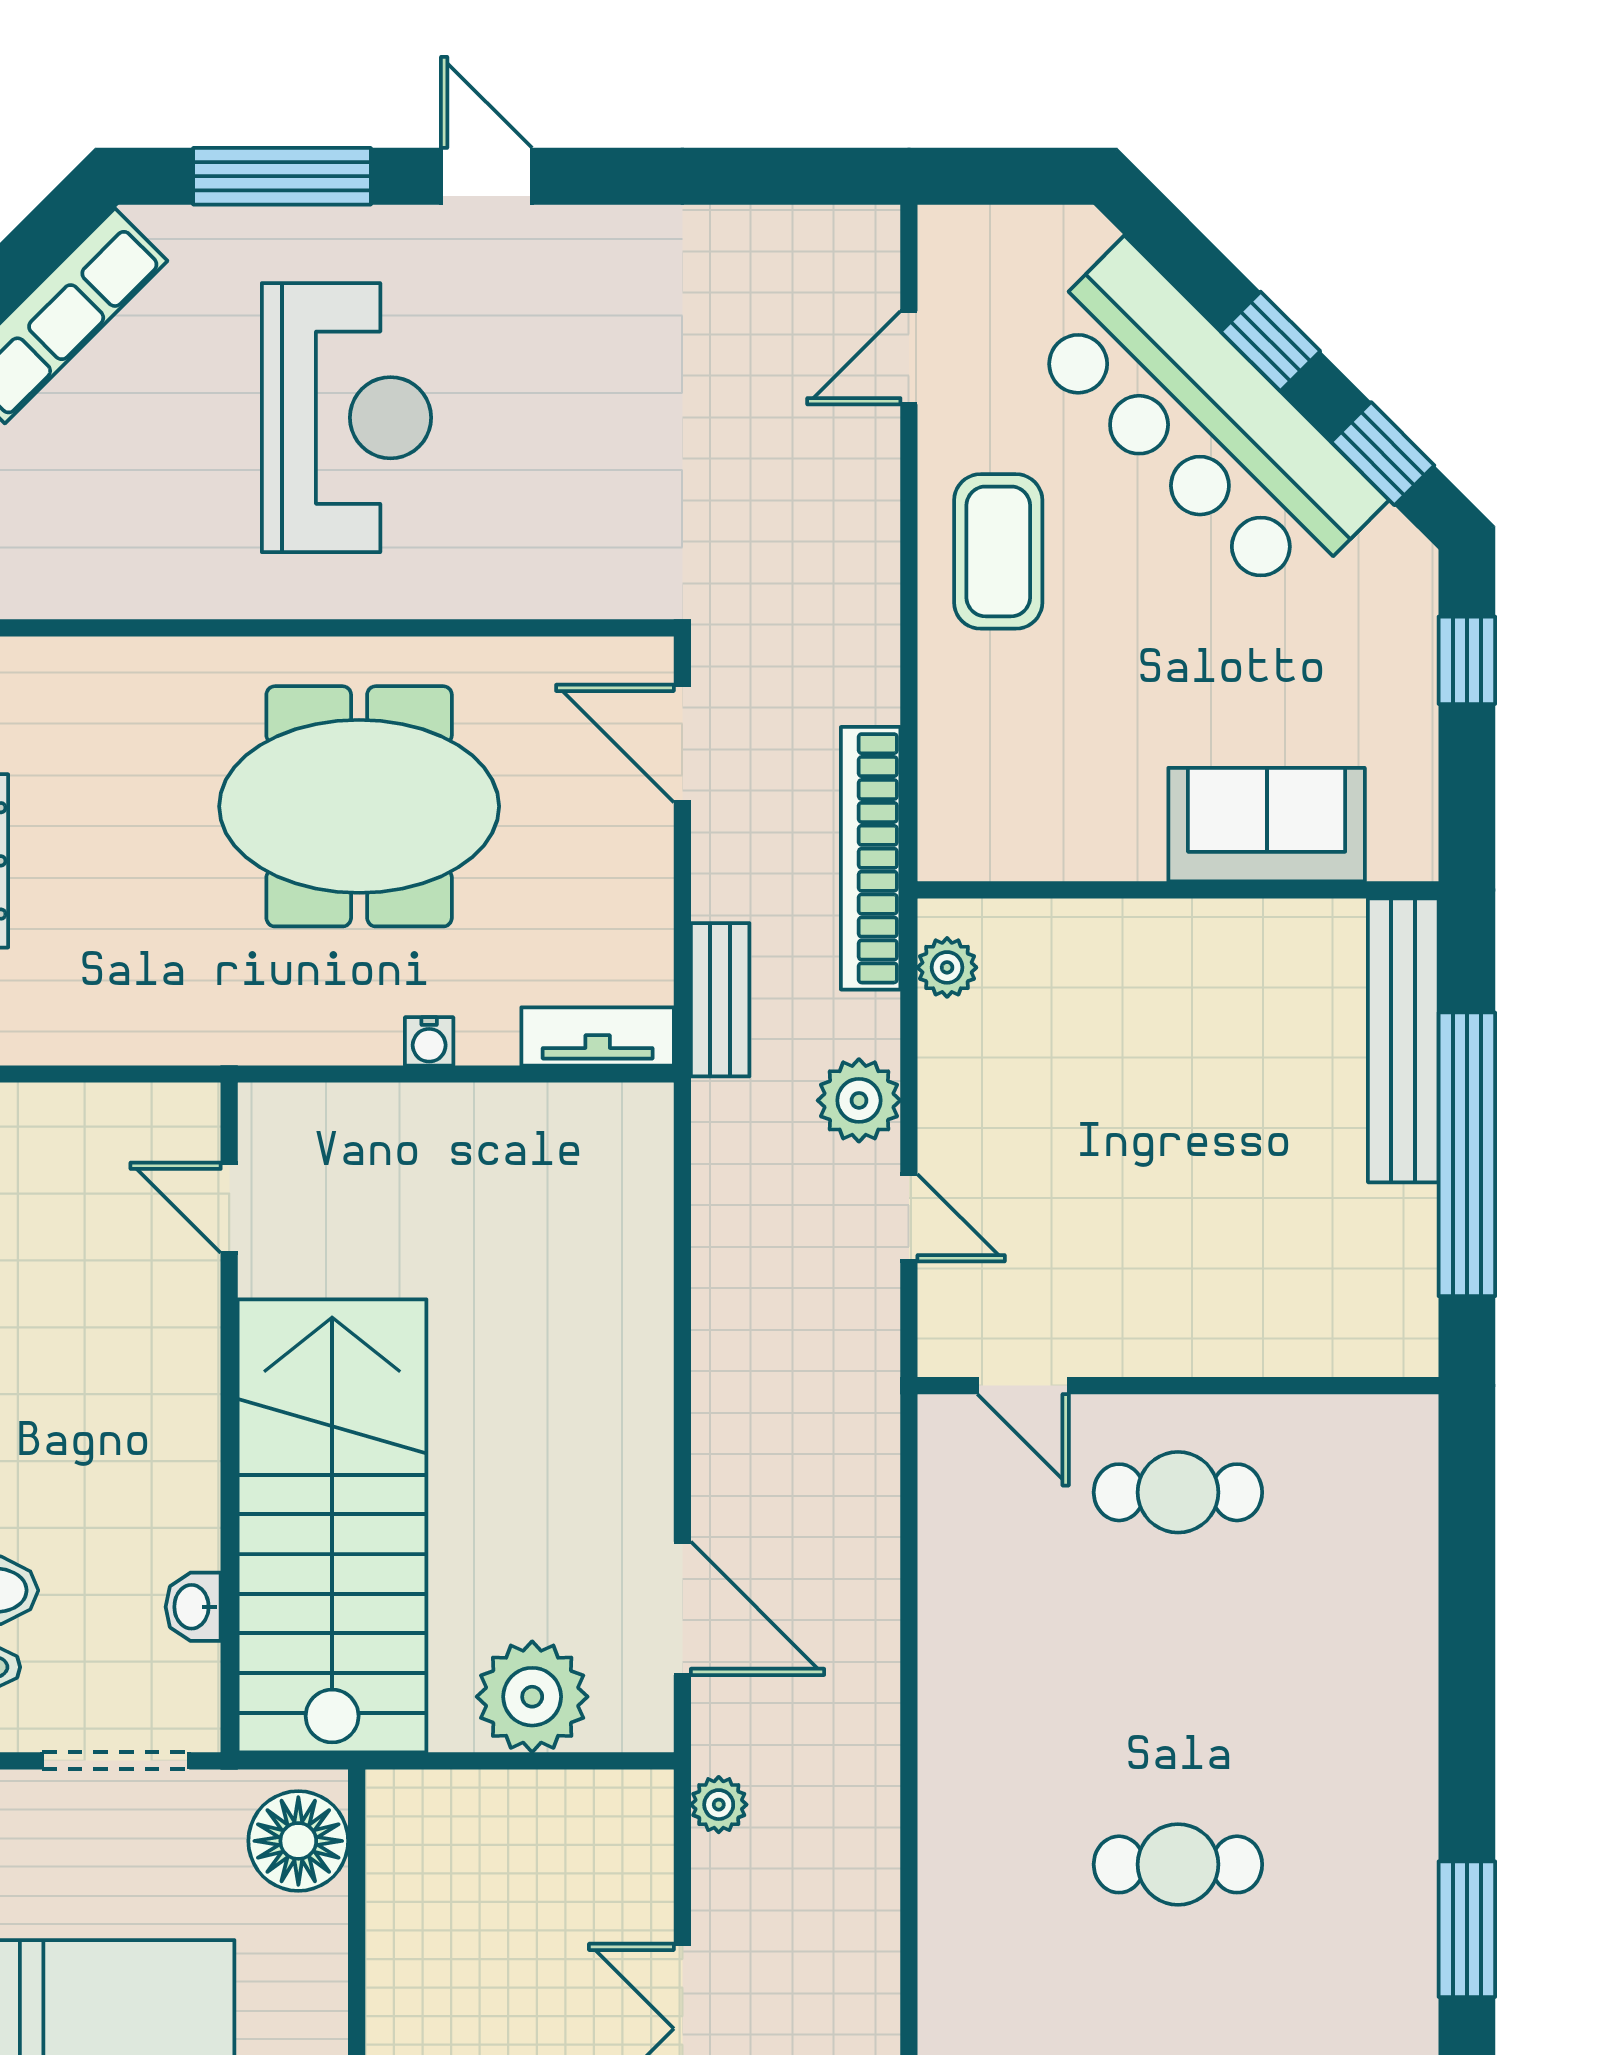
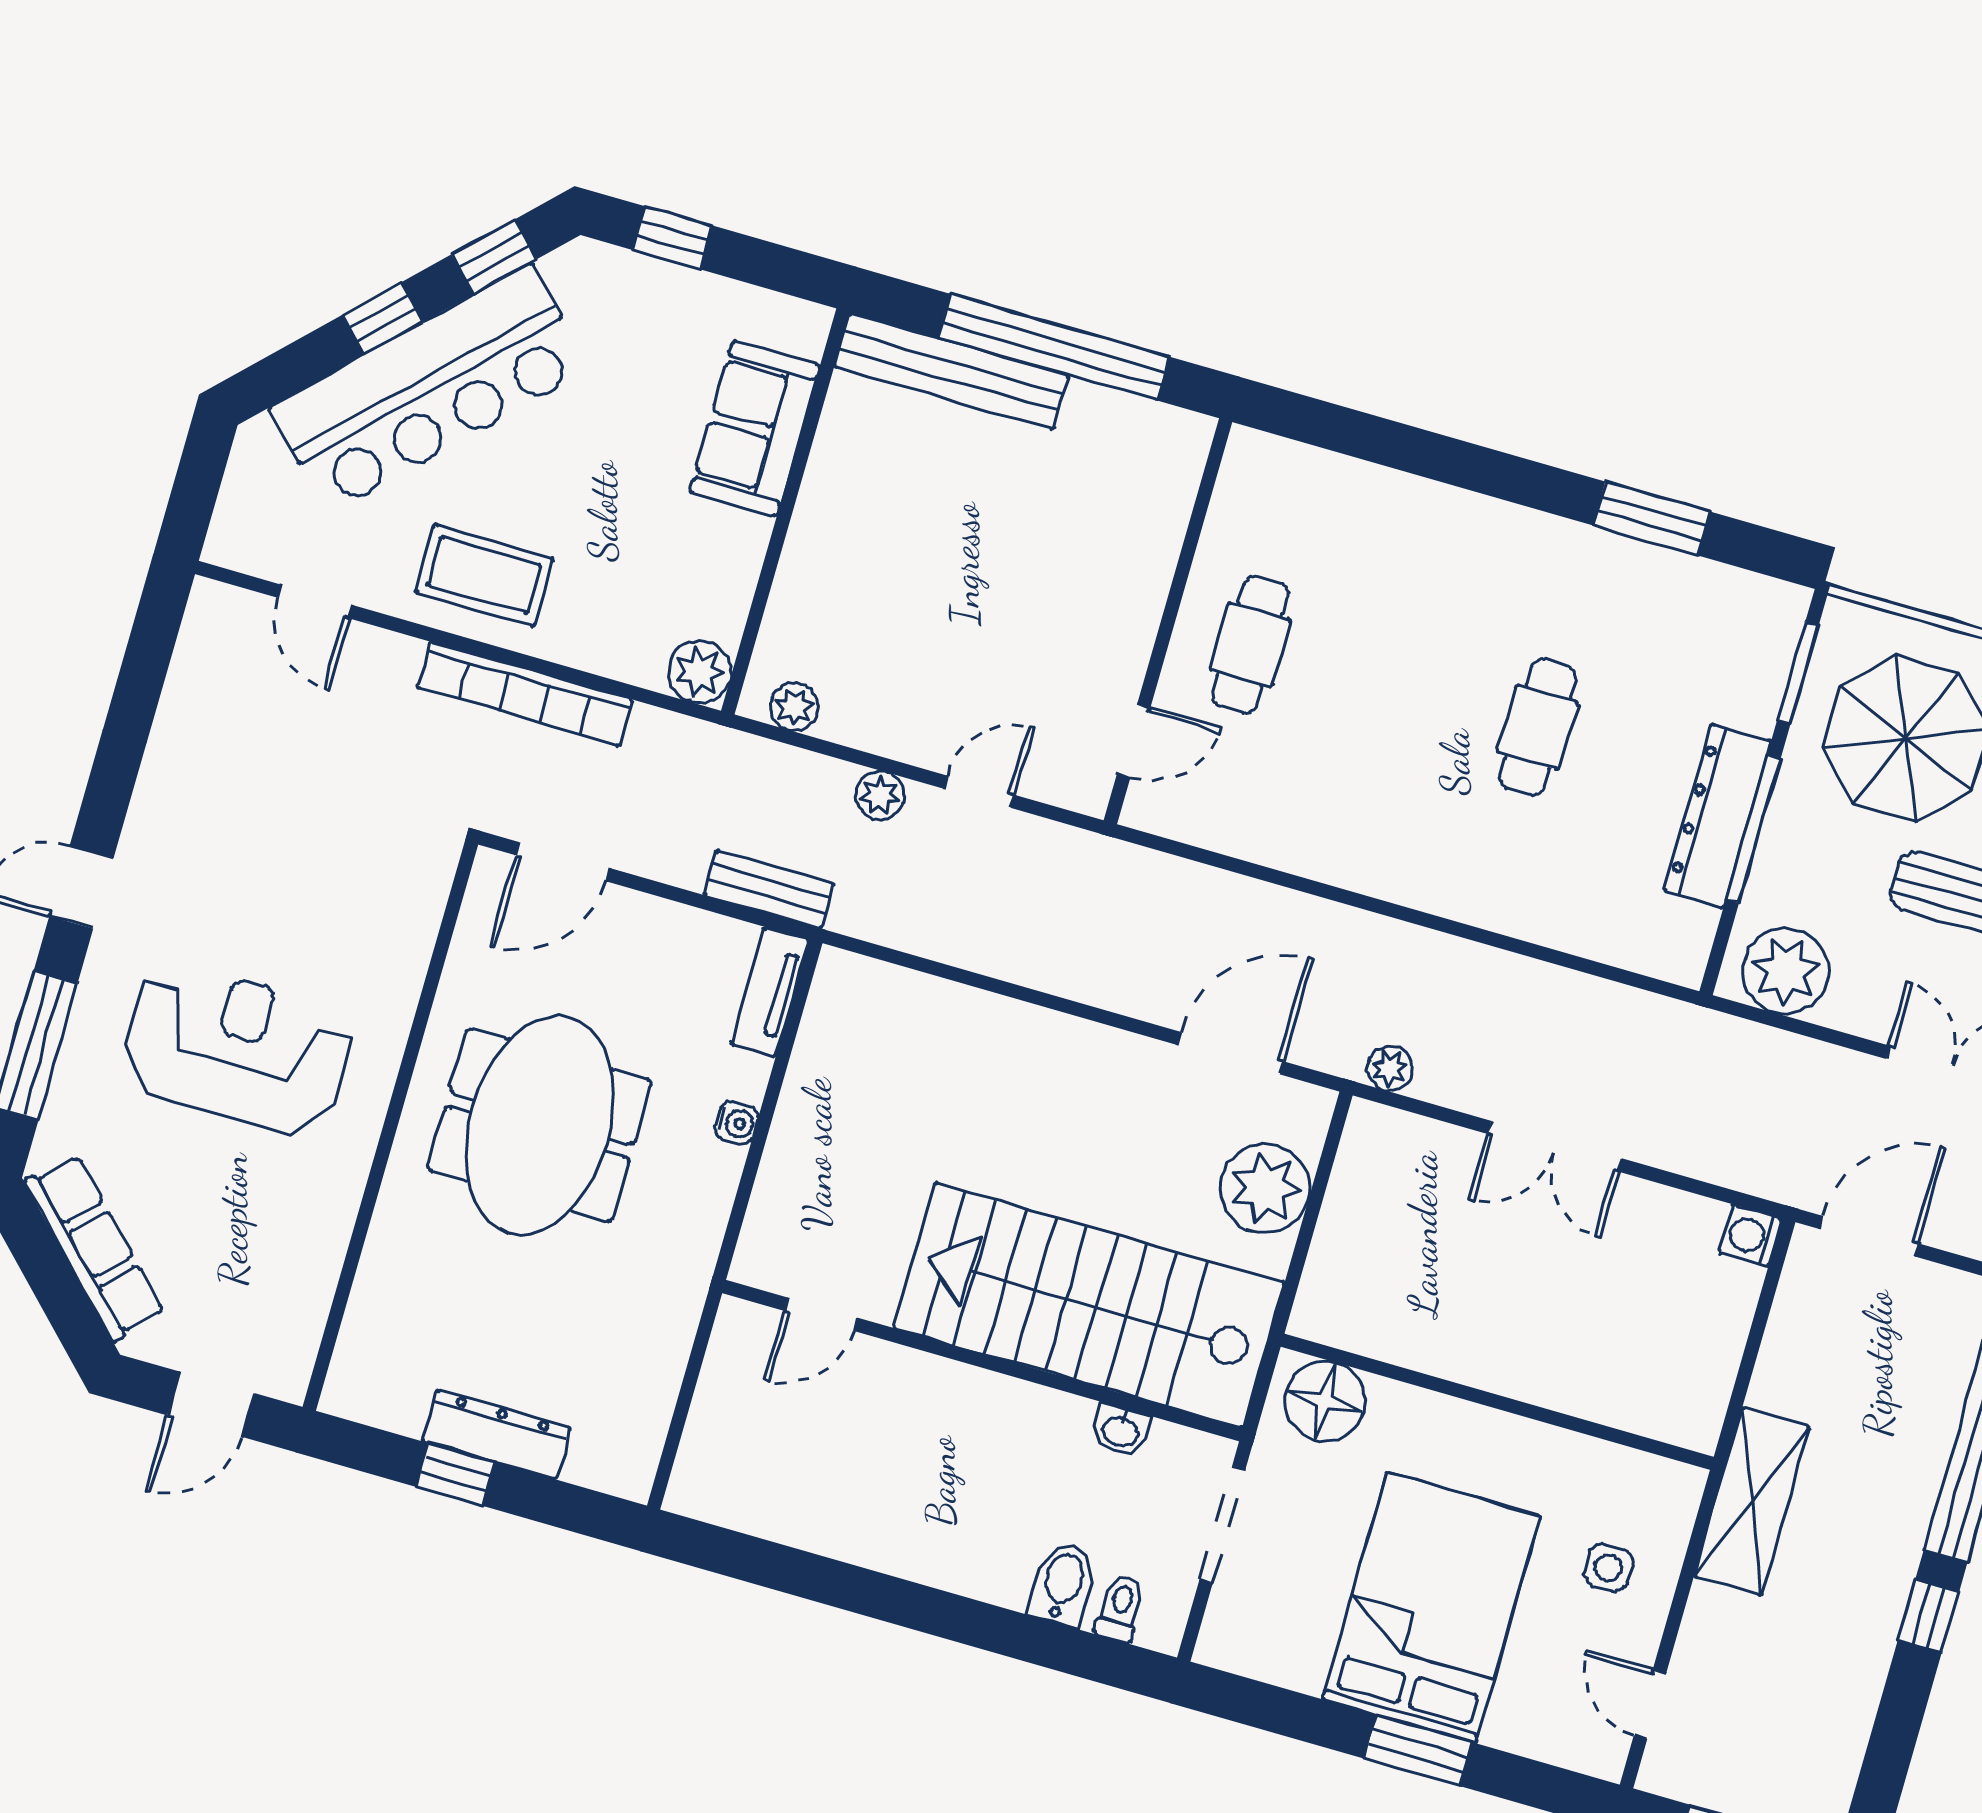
plant: (957, 842) -> (700, 672), added
bookcase: (871, 858) -> (525, 694), moved
plant: (859, 1100) -> (880, 796), width x0.73, depth x0.73

